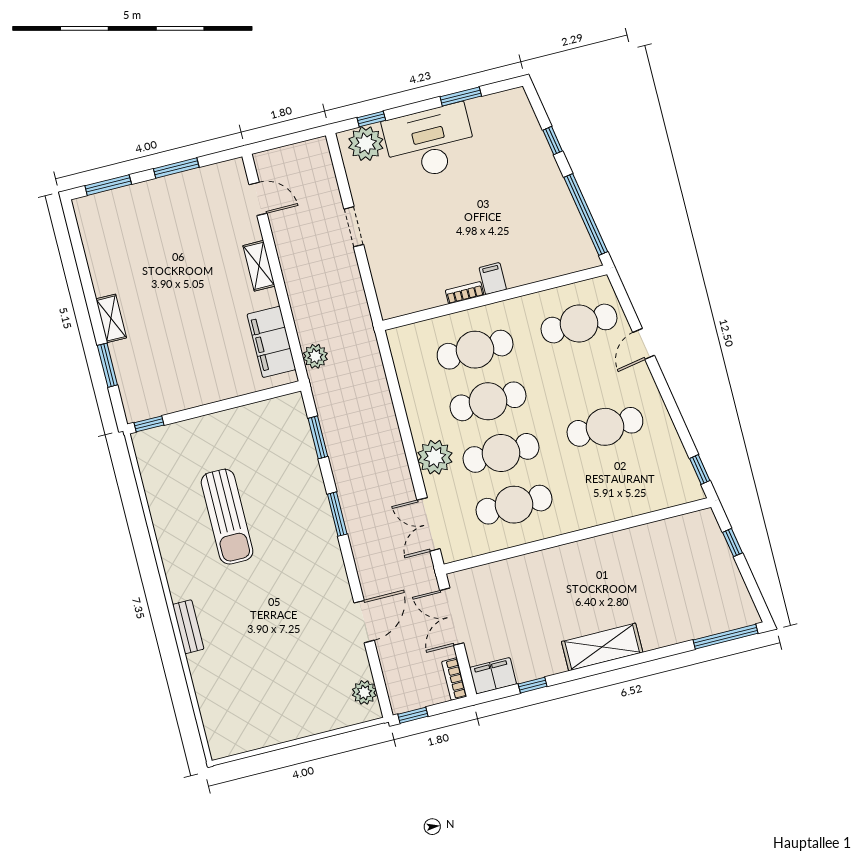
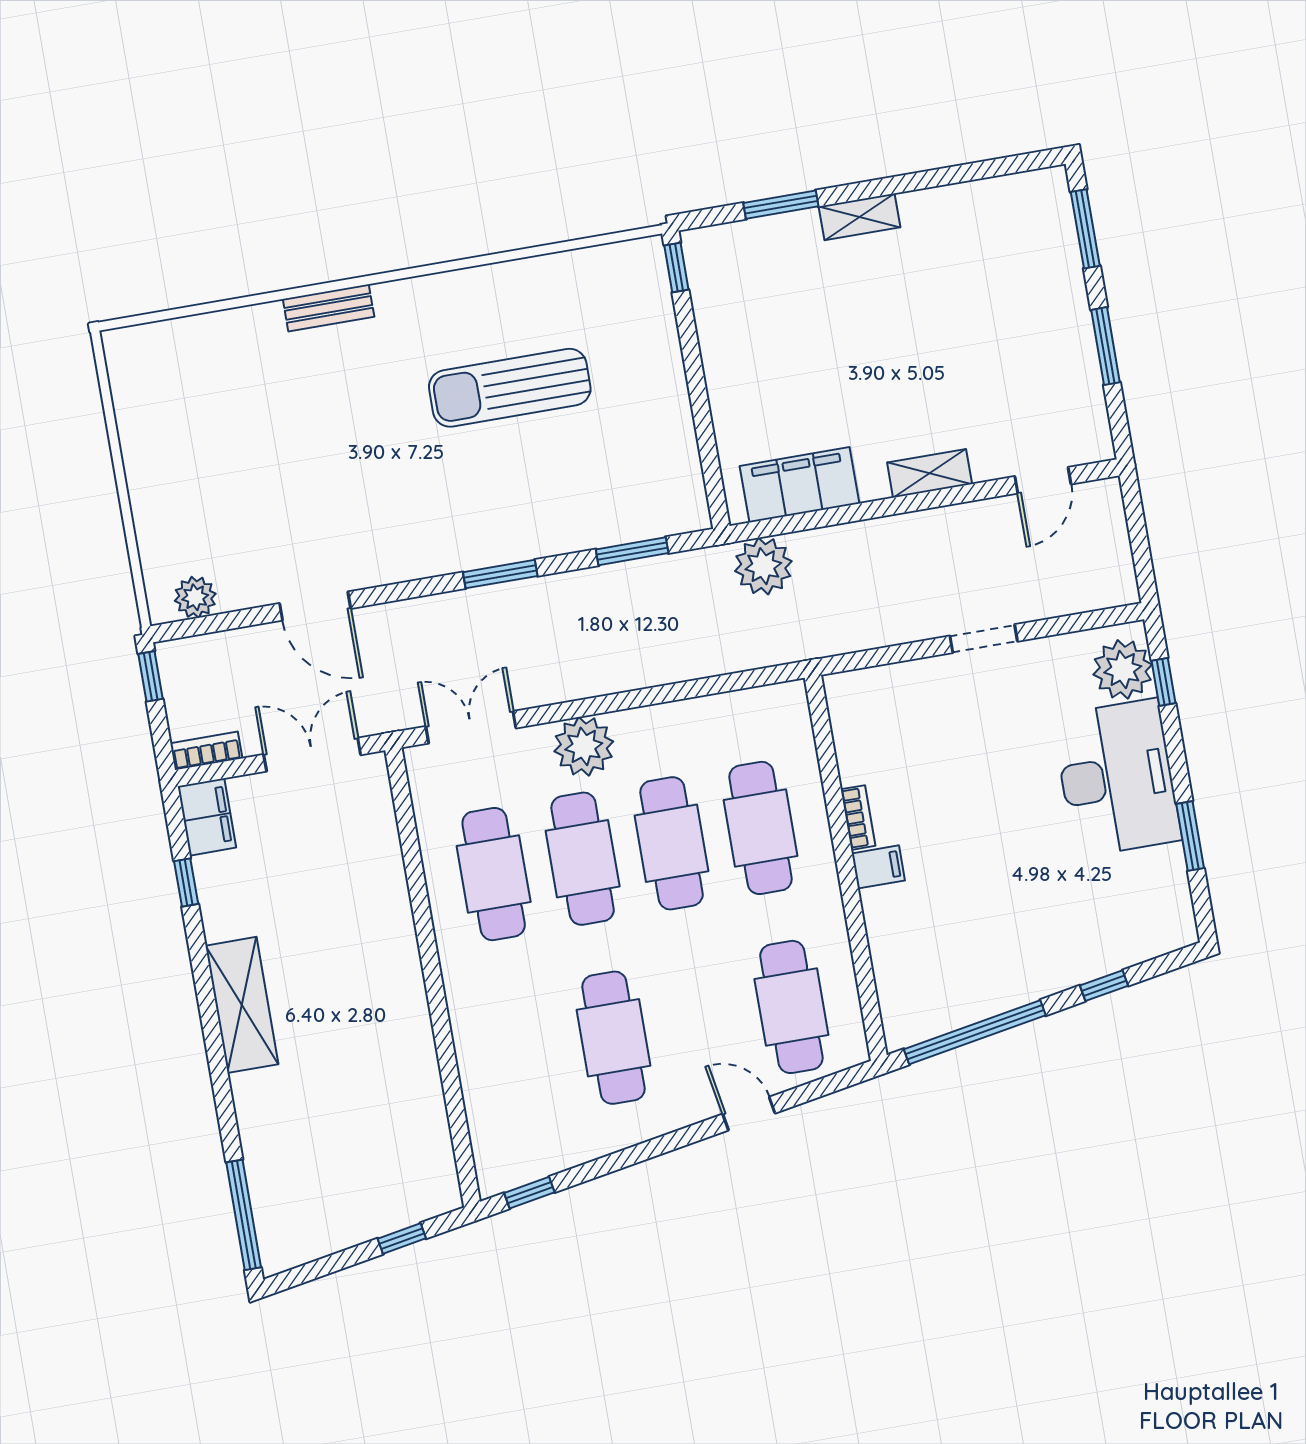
plant: (315, 356) -> (763, 566), width x1.36, depth x1.36

